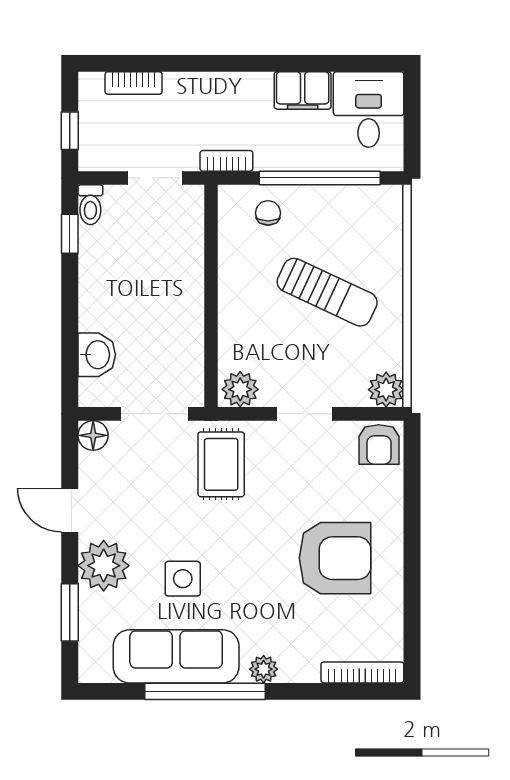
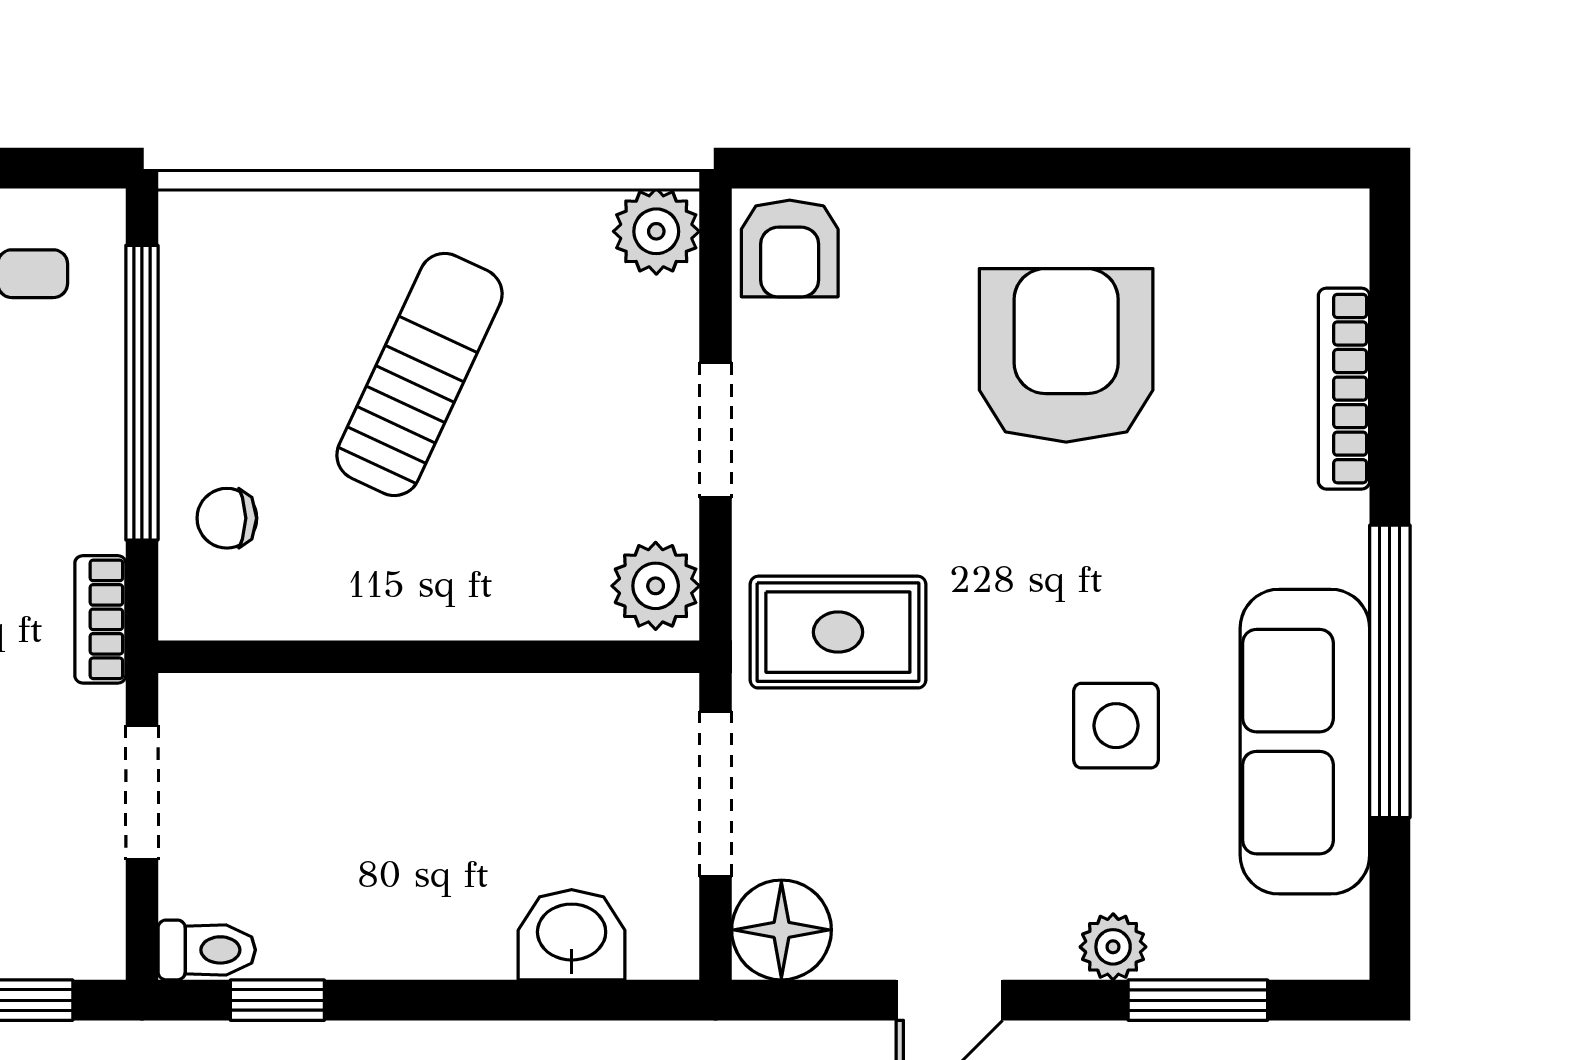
floor lamp: (93, 435) -> (781, 930), width x1.38, depth x1.38
armchair: (379, 444) -> (790, 248), turned 90
plant: (104, 566) -> (1113, 947), width x0.53, depth x0.53
plant: (264, 669) -> (1336, 529), removed
bookcase: (362, 672) -> (1344, 389), moved

